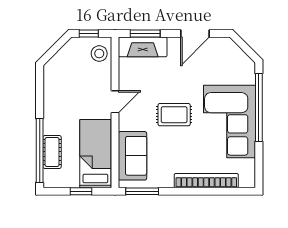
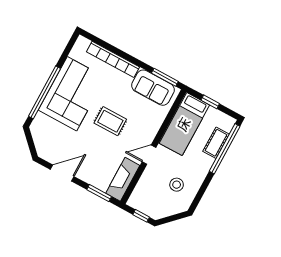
fireplace: (143, 47) -> (123, 179), moved, turned -90
stool: (99, 54) -> (177, 185), moved
sofa: (132, 156) -> (153, 88), moved, turned -90

